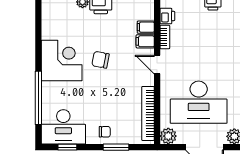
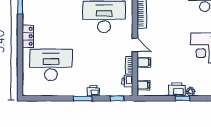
filing cabinet: (146, 27) -> (143, 85), moved
chair: (100, 60) -> (177, 48), removed

